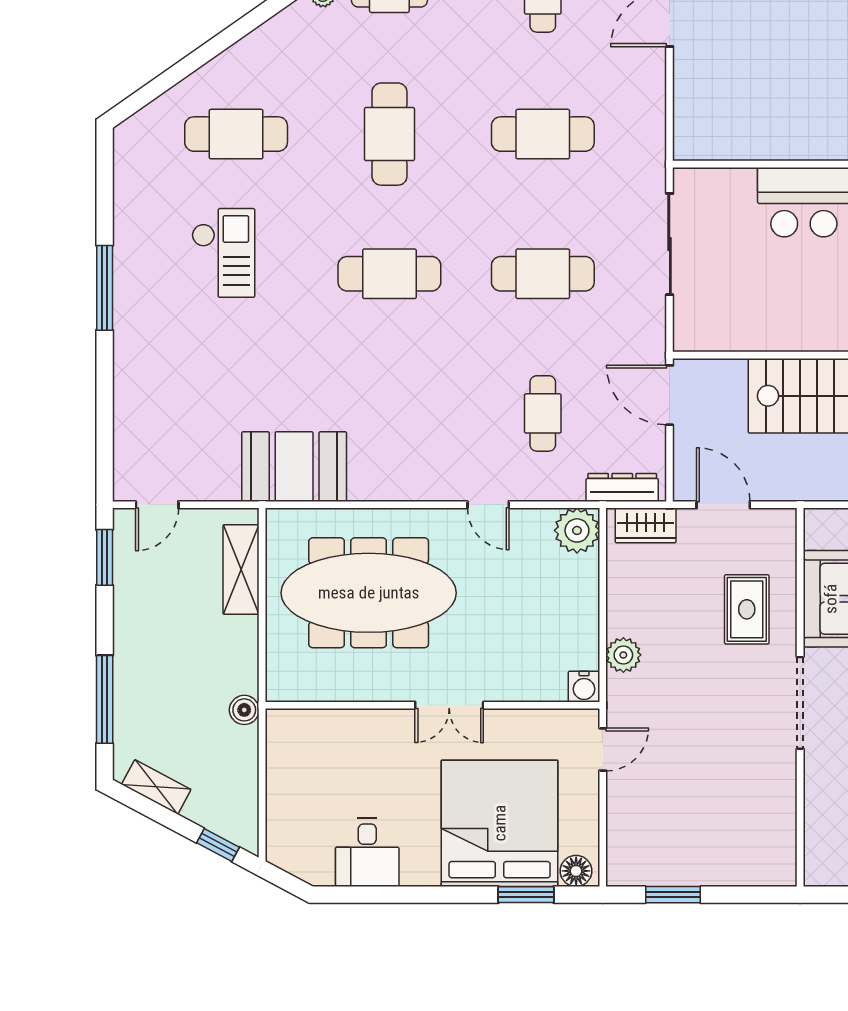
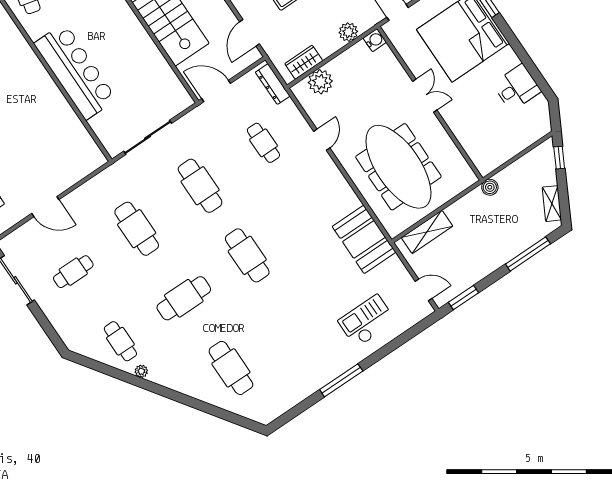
checkout: (223, 253) -> (367, 321), moved
door: (670, 395) -> (216, 91), swing flipped
cafe table: (543, 413) -> (263, 143), turned 90
wardrobe: (646, 525) -> (304, 62), moved, turned -90
plant: (577, 530) -> (320, 82), moved

